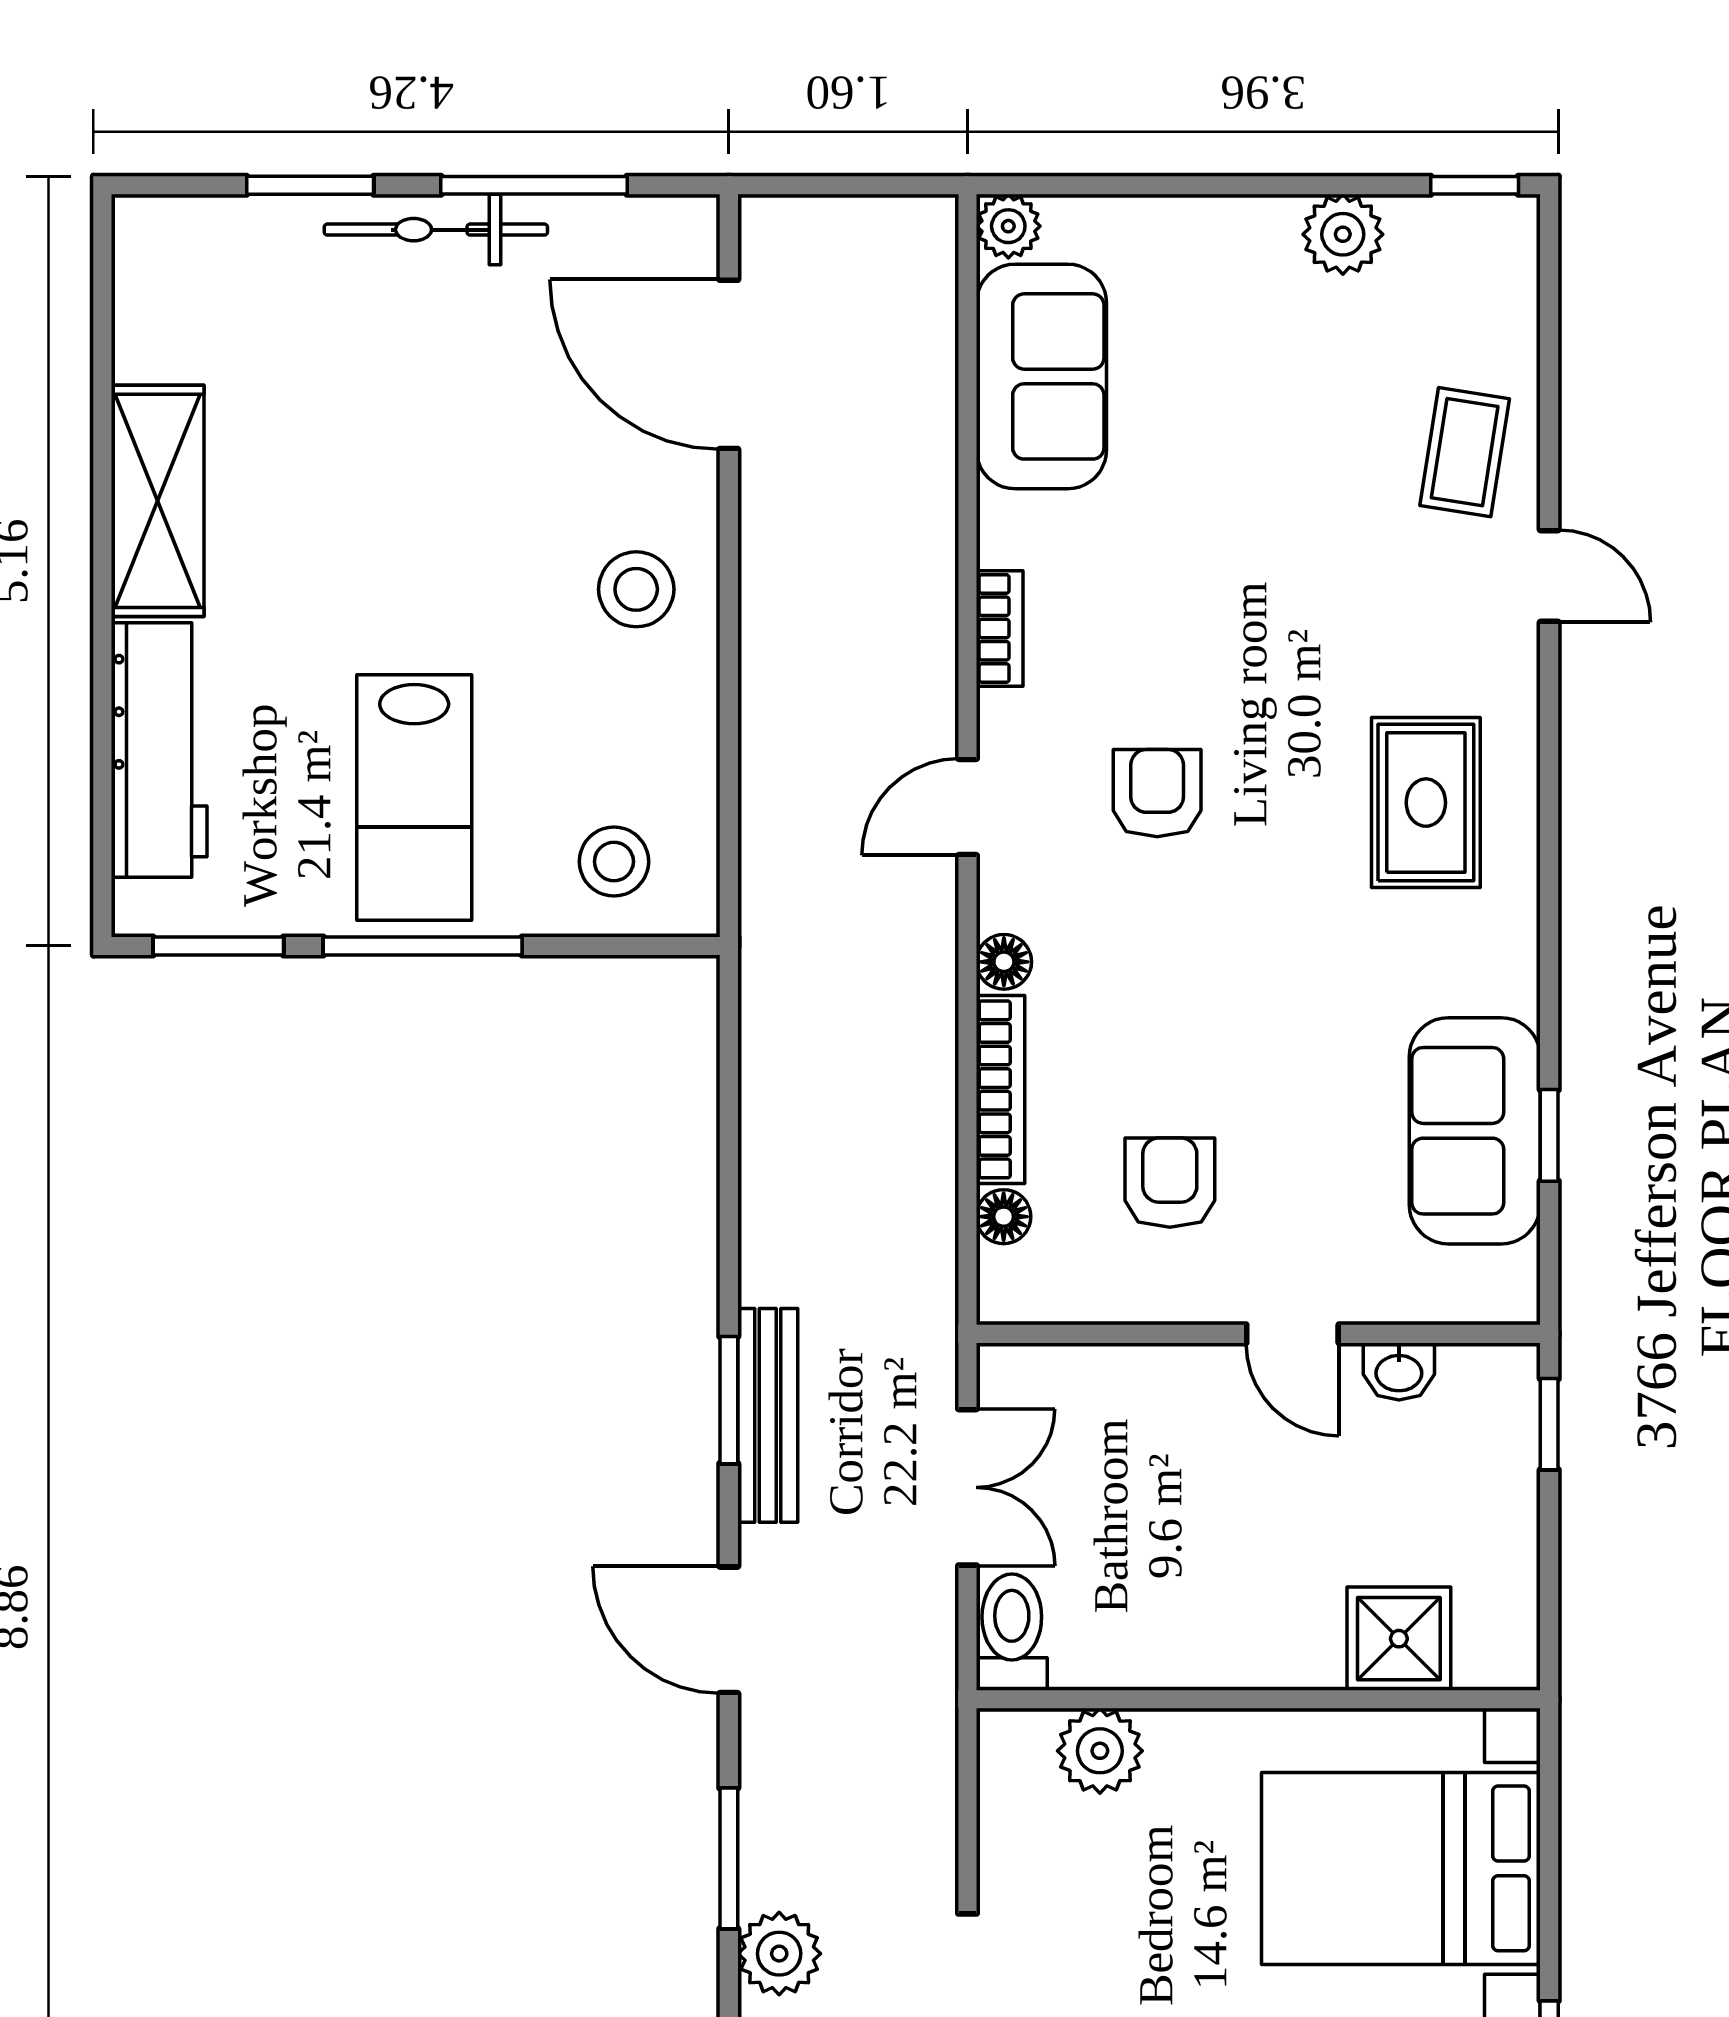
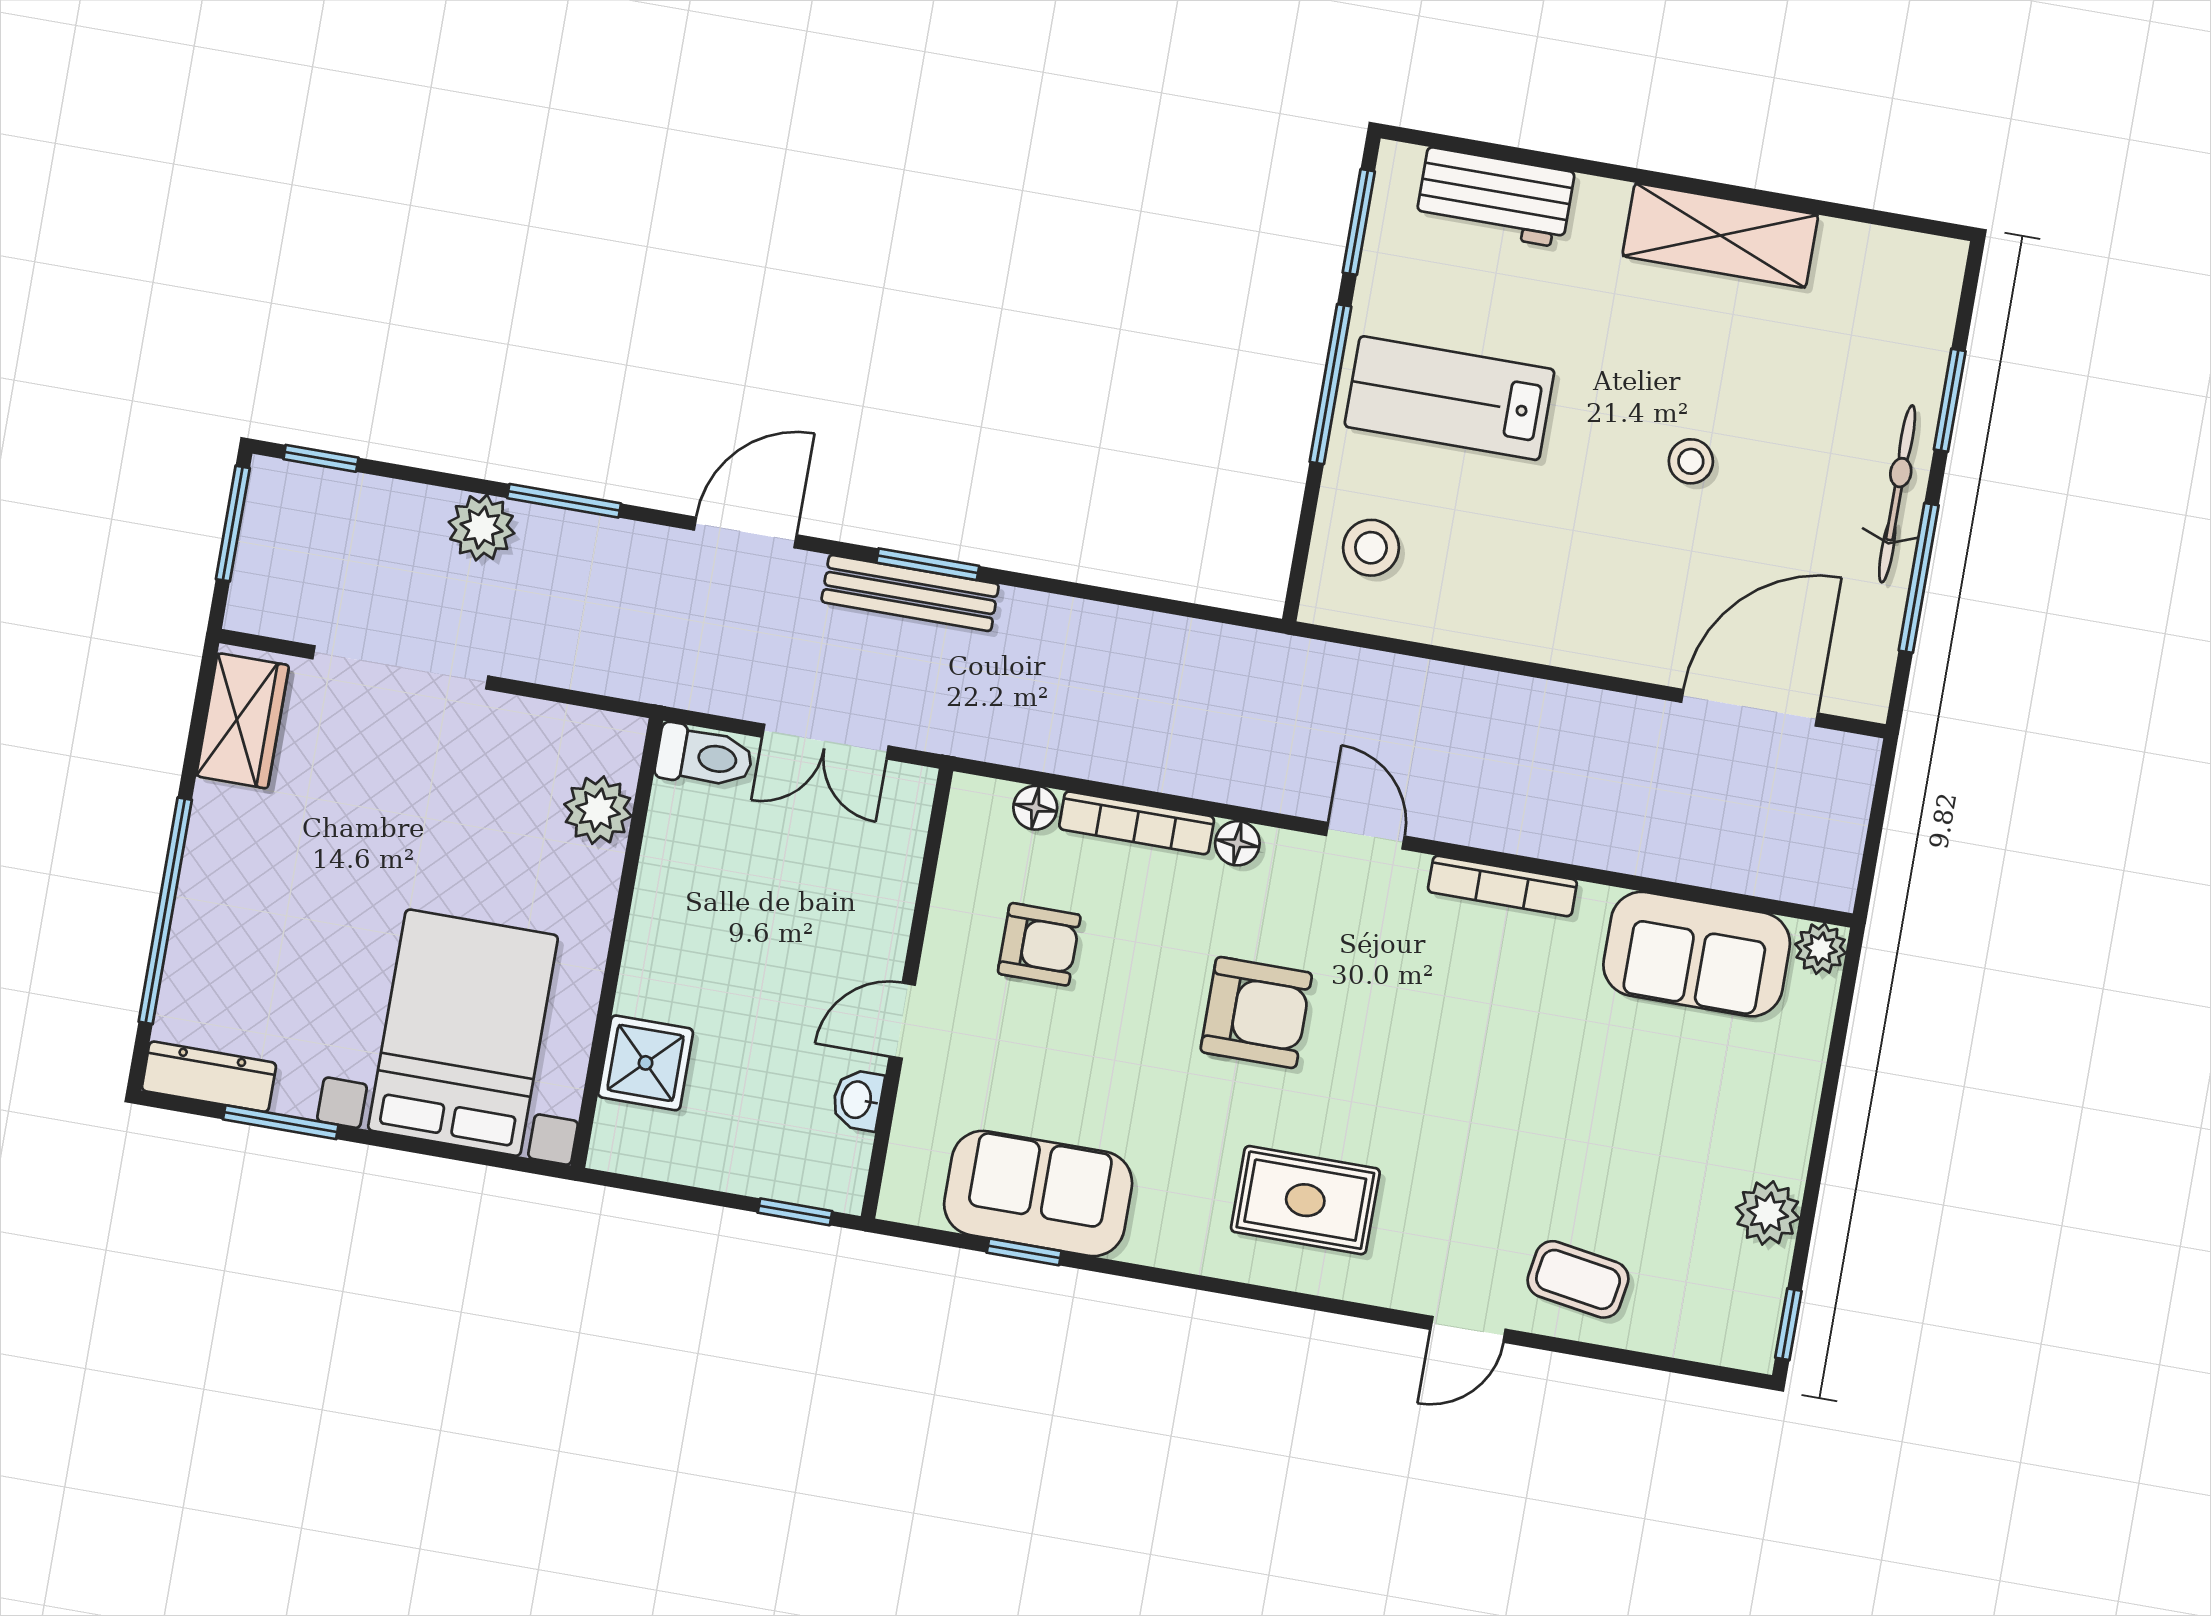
stool: (636, 589) -> (1691, 461), moved, width x0.73, depth x0.73
bookcase: (1000, 628) -> (1502, 886), width x1.56
workbench: (159, 750) -> (1495, 197), width x0.73
armchair: (1157, 793) -> (1256, 1012), moved, width x1.38, depth x1.38

